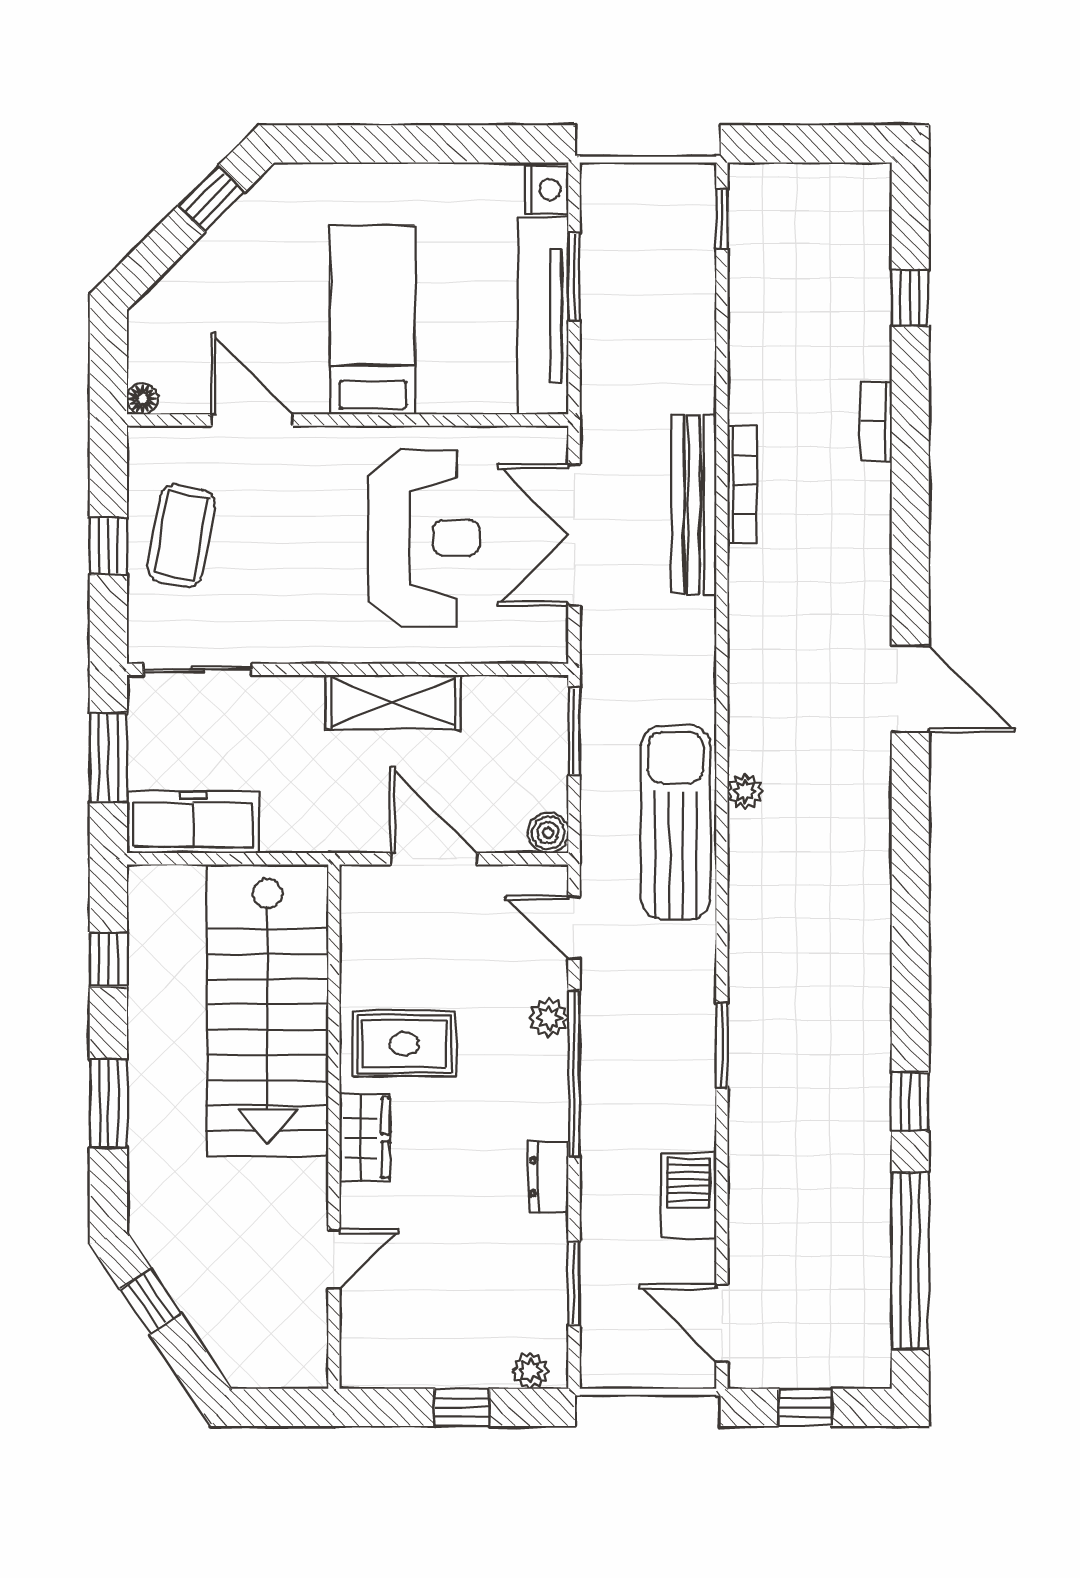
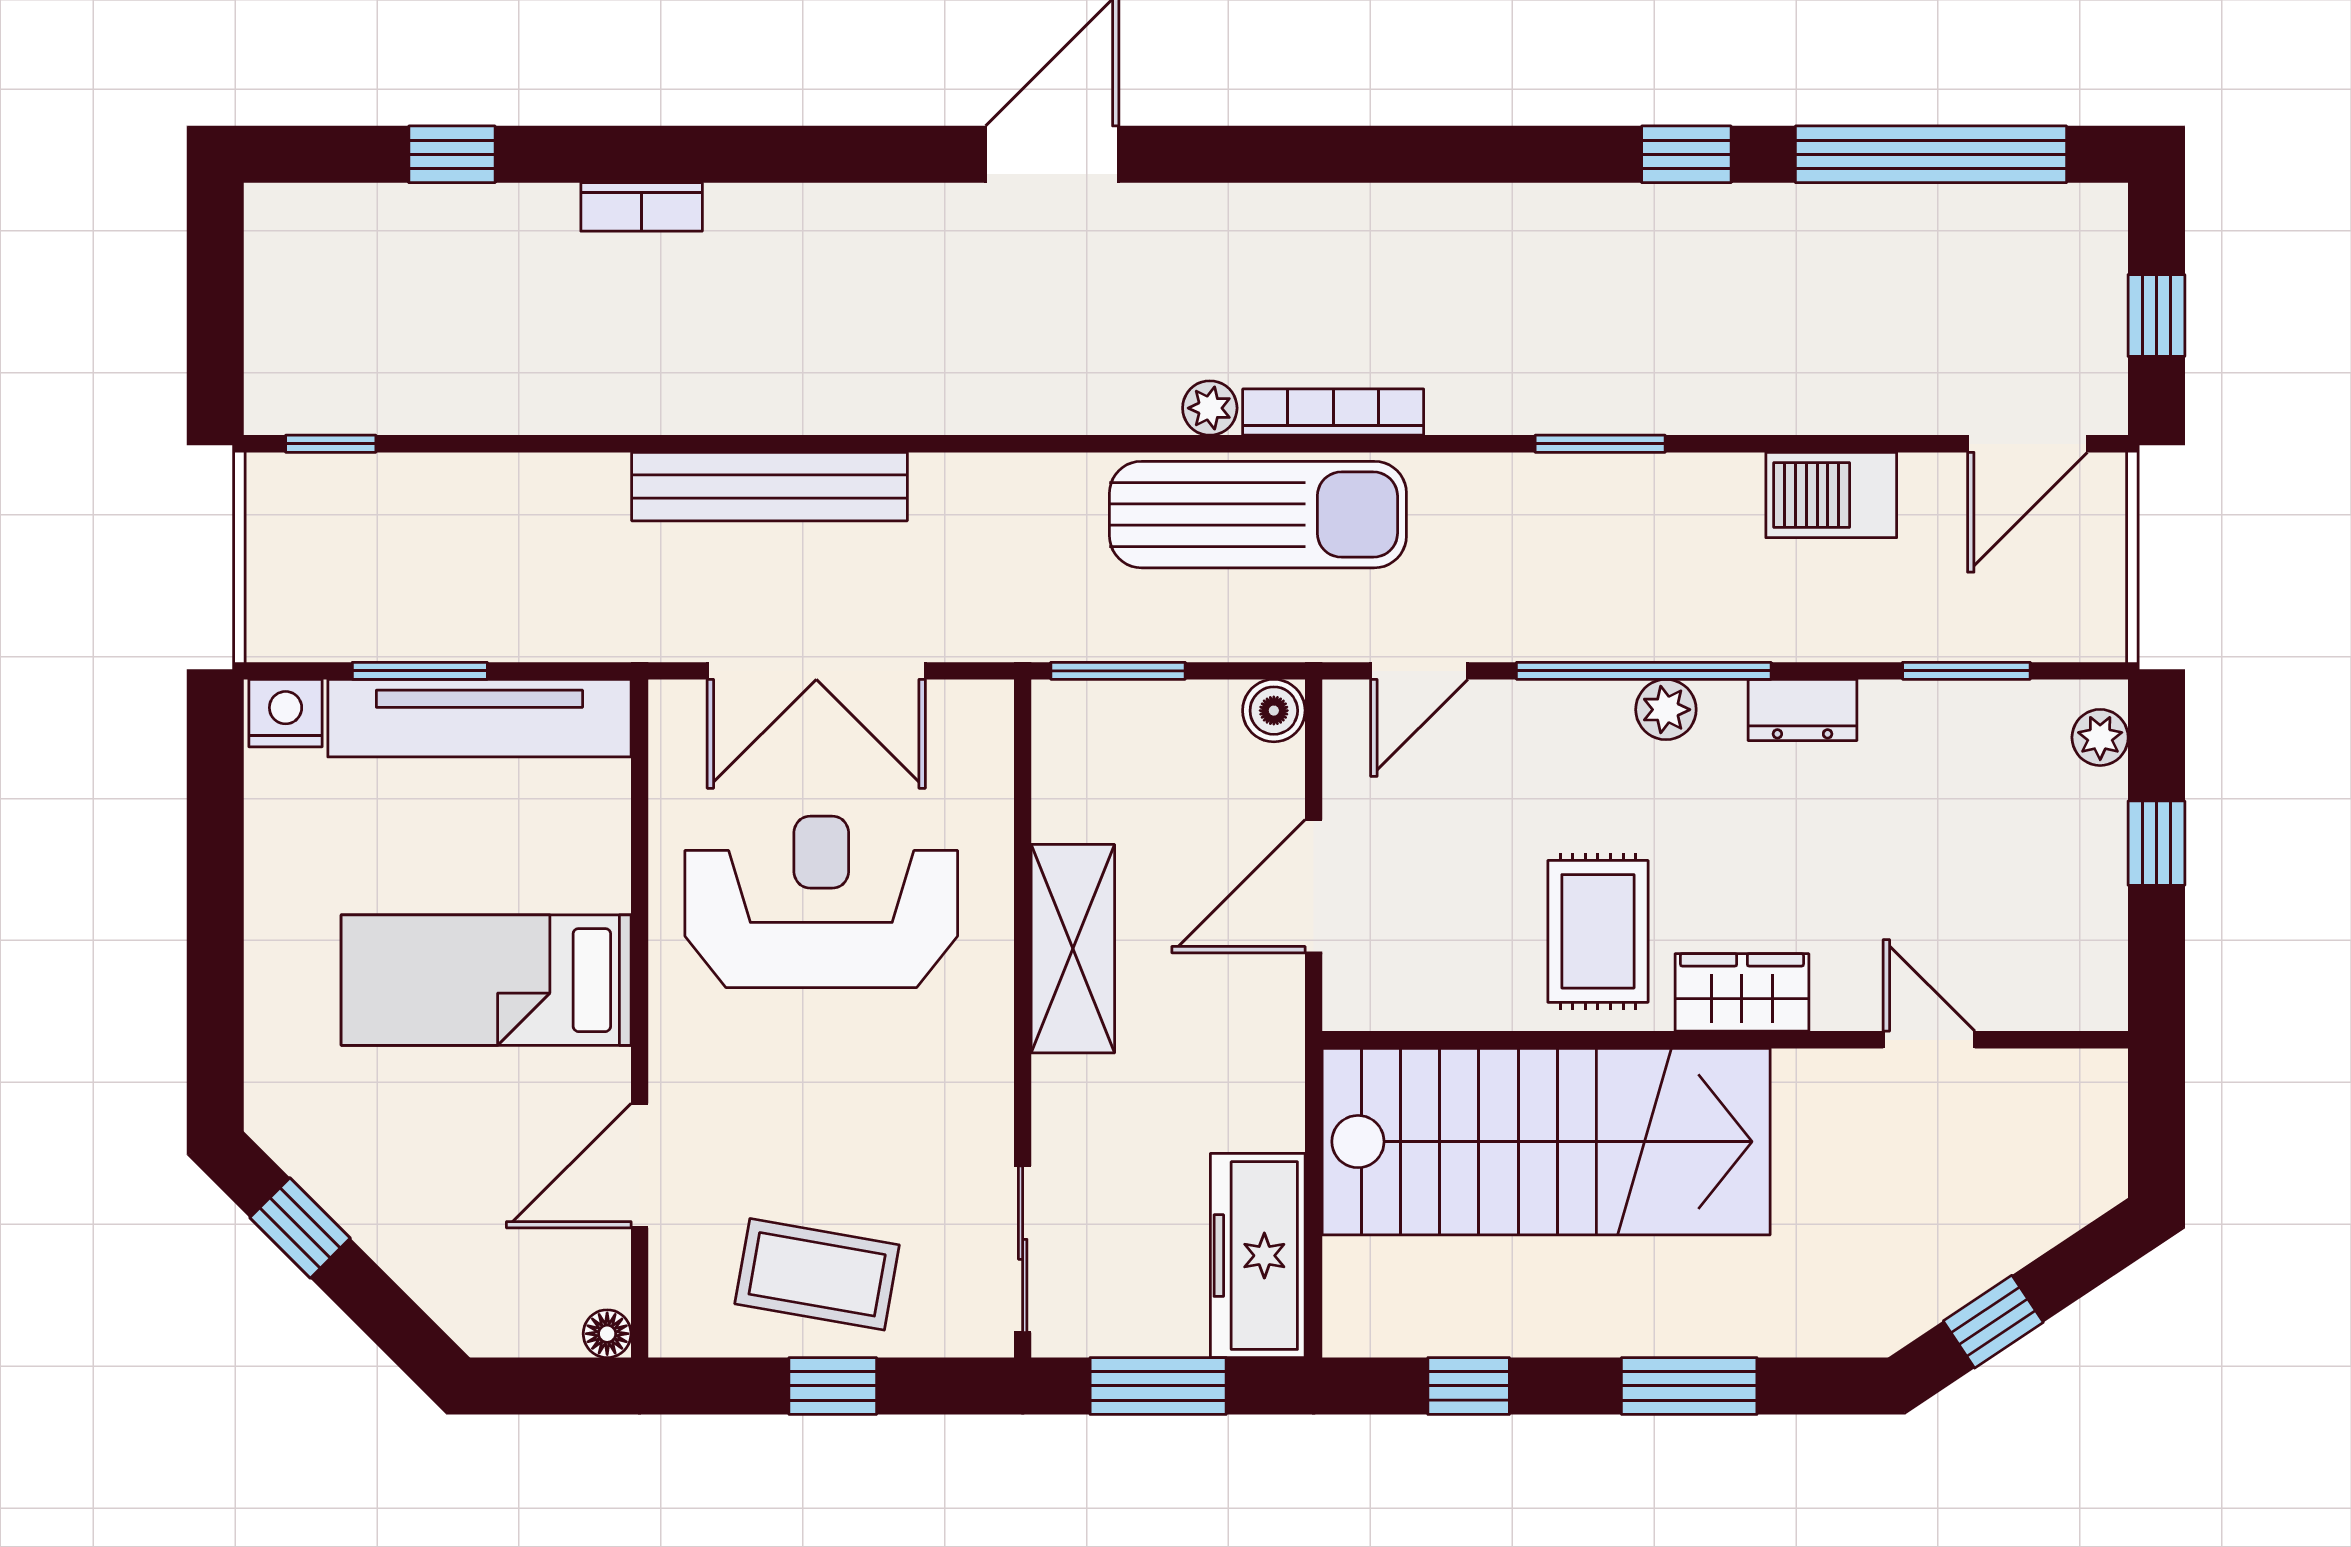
bookcase: (742, 485) -> (1333, 412), moved
sun lounger: (676, 823) -> (1258, 515), turned 180
plant: (549, 1017) -> (1666, 710), moved

